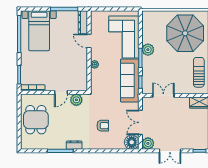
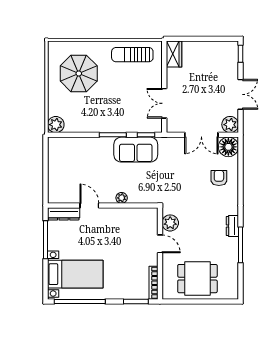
parasol: (185, 33) -> (79, 73), width x0.73, depth x0.73
corner sofa: (124, 37) -> (84, 158), removed
door: (89, 41) -> (89, 205), swing flipped
plant: (148, 50) -> (56, 125), moved
sofa: (130, 80) -> (136, 150), width x0.73
armchair: (103, 126) -> (219, 178), moved

